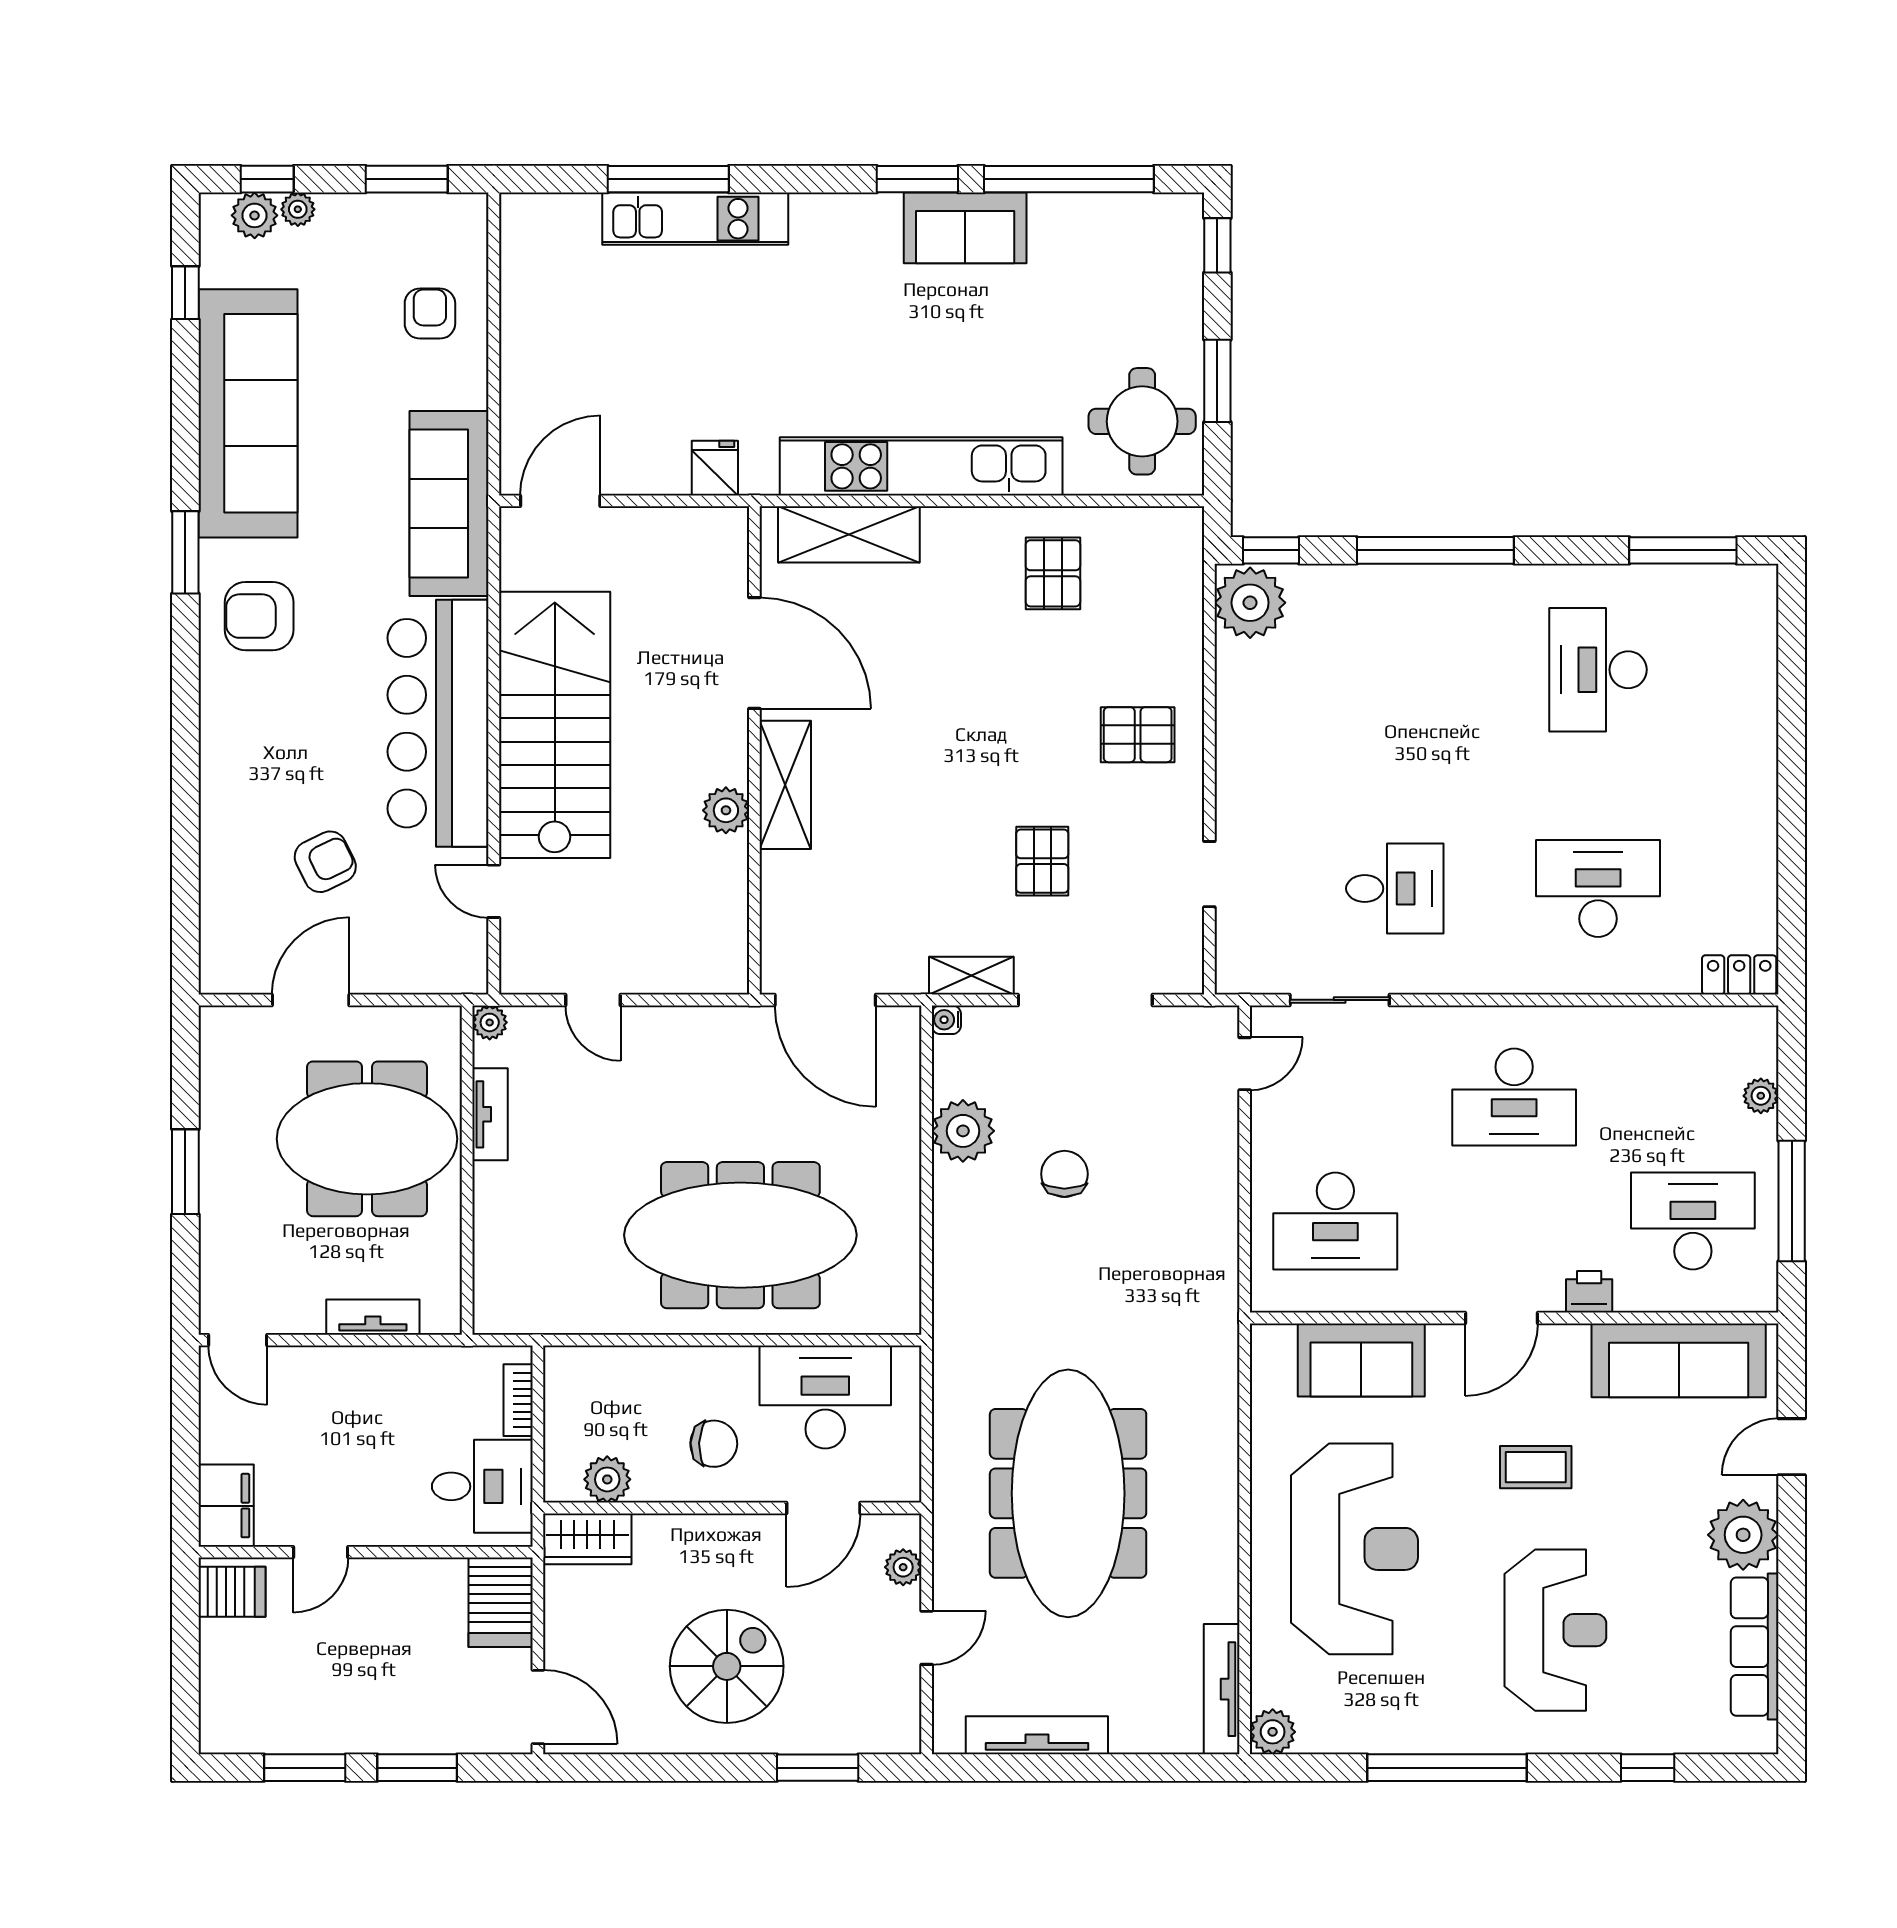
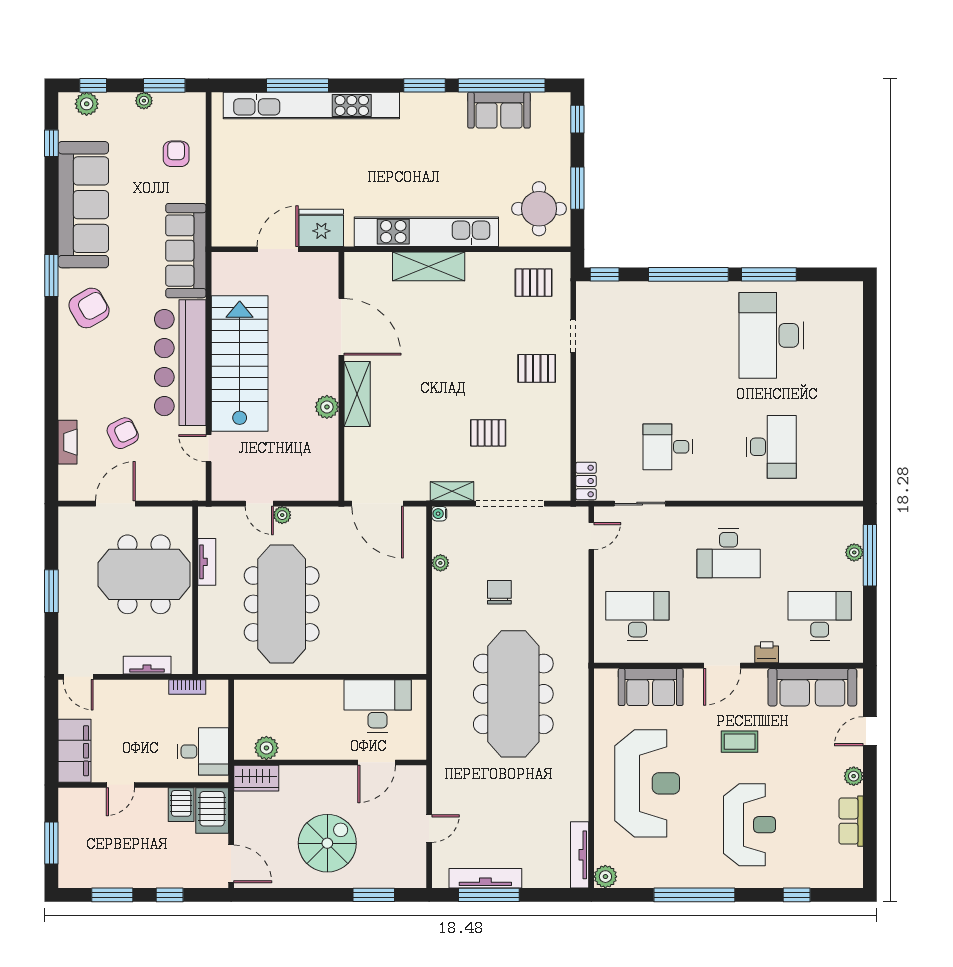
plant: (298, 209) -> (144, 101), moved
kitchen unit: (695, 219) -> (311, 105), width x1.86
sofa: (965, 228) -> (499, 110), moved
fridge: (715, 468) -> (321, 228), width x1.88, depth x1.34
door: (560, 501) -> (278, 249), moved
shelving: (849, 534) -> (429, 266), moved
window: (1683, 550) -> (769, 274), moved
pallet: (1053, 573) -> (534, 283), moved, turned 90
plant: (1250, 603) -> (594, 301), removed
armchair: (259, 616) -> (89, 308), turned 150
desk: (1598, 670) -> (771, 335), width x1.36, depth x1.30
pallet: (1042, 861) -> (488, 433), turned 90
doorway: (1209, 874) -> (573, 336), moved
fireplace: (217, 879) -> (68, 442), added
desk: (1395, 888) -> (668, 447), turned 180
desk: (1598, 888) -> (771, 447), turned 90
locker: (1739, 975) -> (586, 481), moved, turned 90
plant: (490, 1022) -> (282, 515), moved
plant: (963, 1131) -> (440, 563), width x0.53, depth x0.53
window: (1792, 1201) -> (870, 555), moved
desk: (1335, 1221) -> (637, 616), turned 180
meeting table: (740, 1235) -> (282, 604), moved, turned 90
bookcase: (518, 1400) -> (187, 687), moved, turned -90
chair: (714, 1444) -> (321, 730), removed
meeting table: (1068, 1493) -> (513, 694), moved
filing cabinet: (226, 1506) -> (75, 751), width x1.50, depth x1.17
plant: (1743, 1535) -> (854, 776), width x0.53, depth x0.53
plant: (903, 1567) -> (417, 793), removed
server rack: (232, 1592) -> (181, 805), moved, turned 90
row of seats: (1755, 1647) -> (851, 821), width x0.68
window: (185, 1666) -> (51, 843), added
window: (417, 1768) -> (170, 895), width x0.67
window: (1044, 1768) -> (489, 895), added

